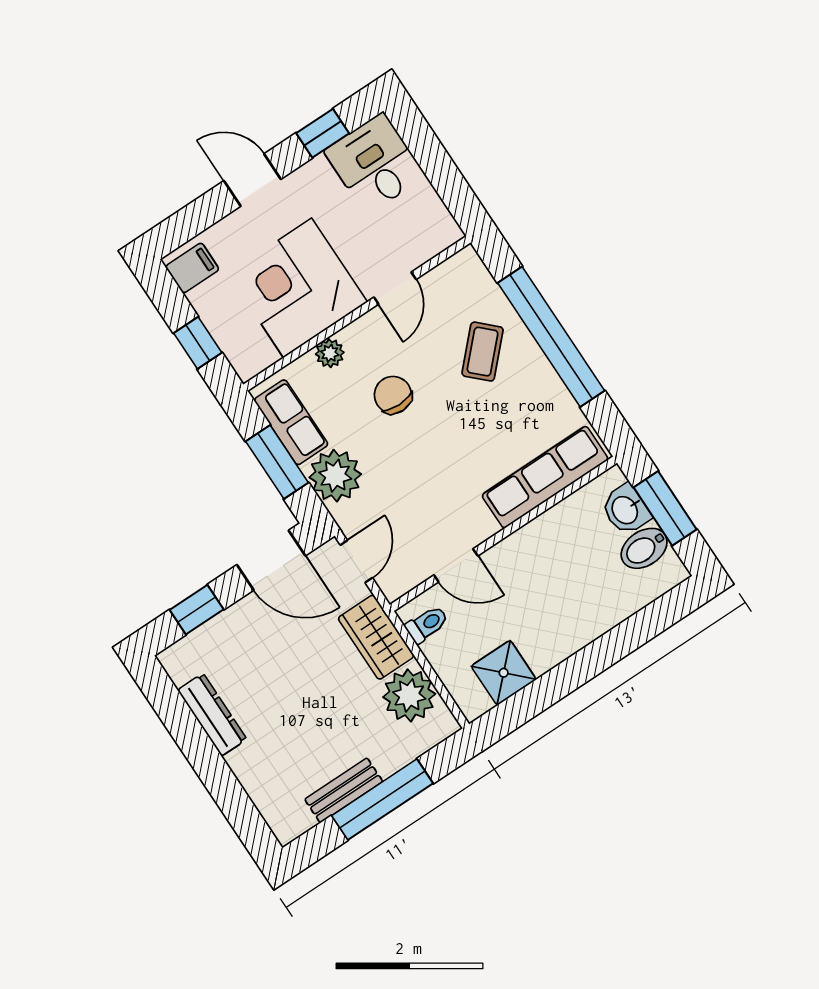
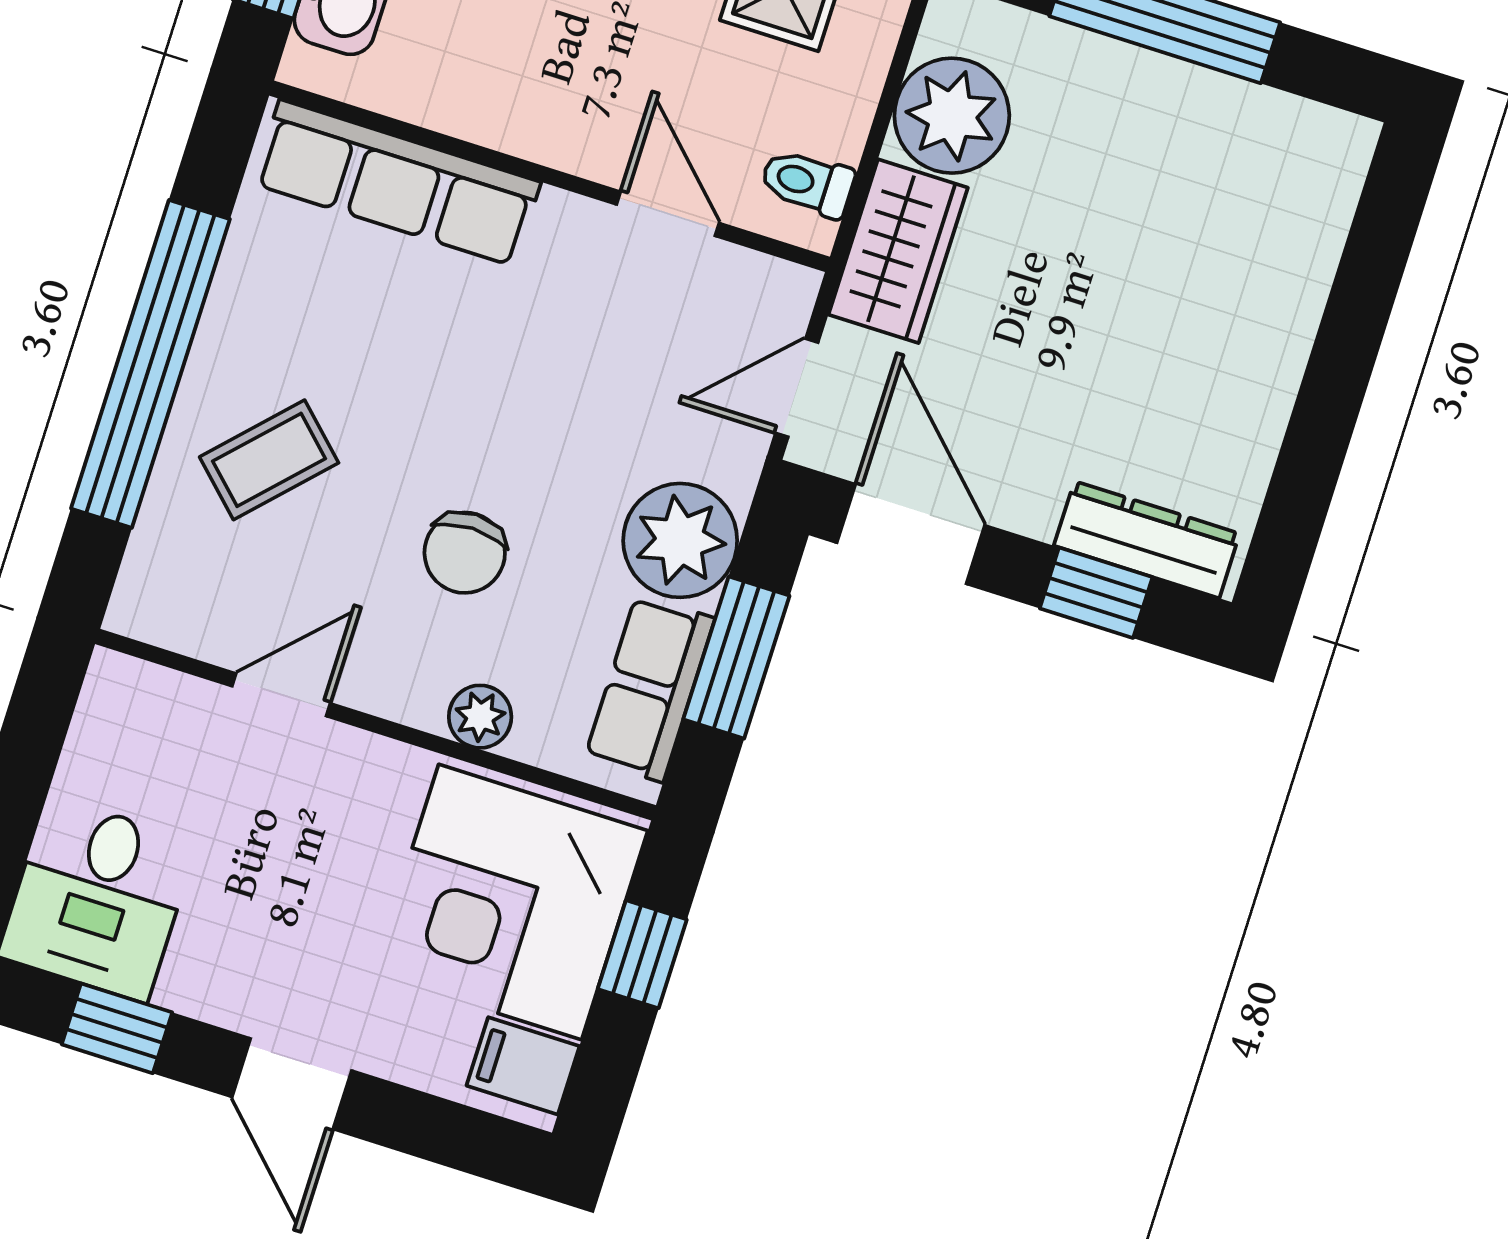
corner desk: (298, 288) -> (510, 902), moved, turned 90
dresser: (212, 715) -> (1147, 540), moved, turned 90
bench: (344, 790) -> (1202, 97), removed

